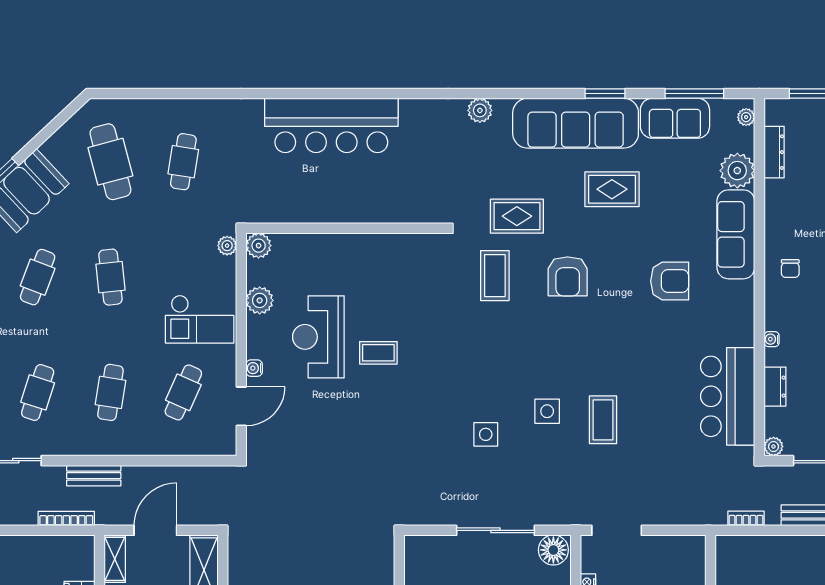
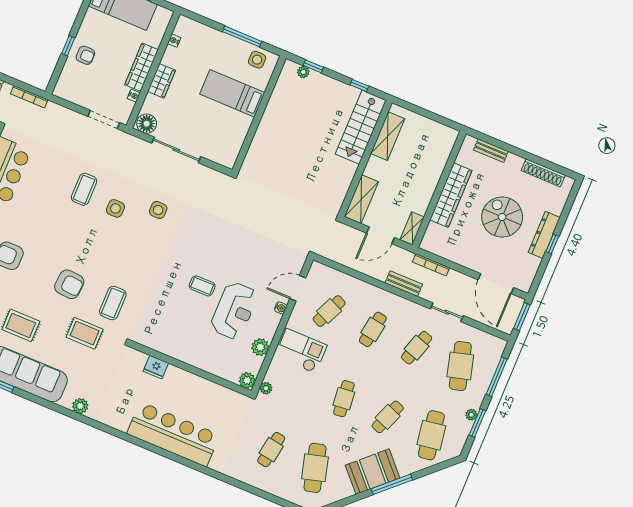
fridge: (396, 210) -> (156, 367), added
armchair: (568, 276) -> (69, 284), turned 94
bookcase: (746, 518) -> (29, 97), width x1.56

